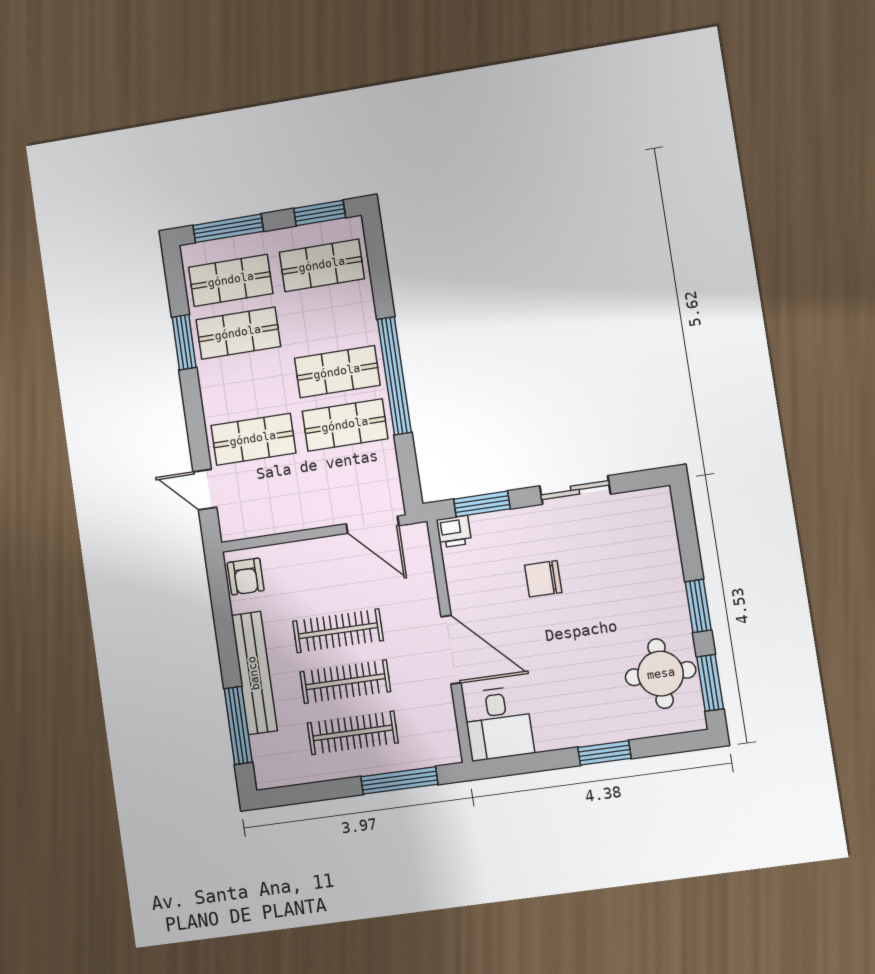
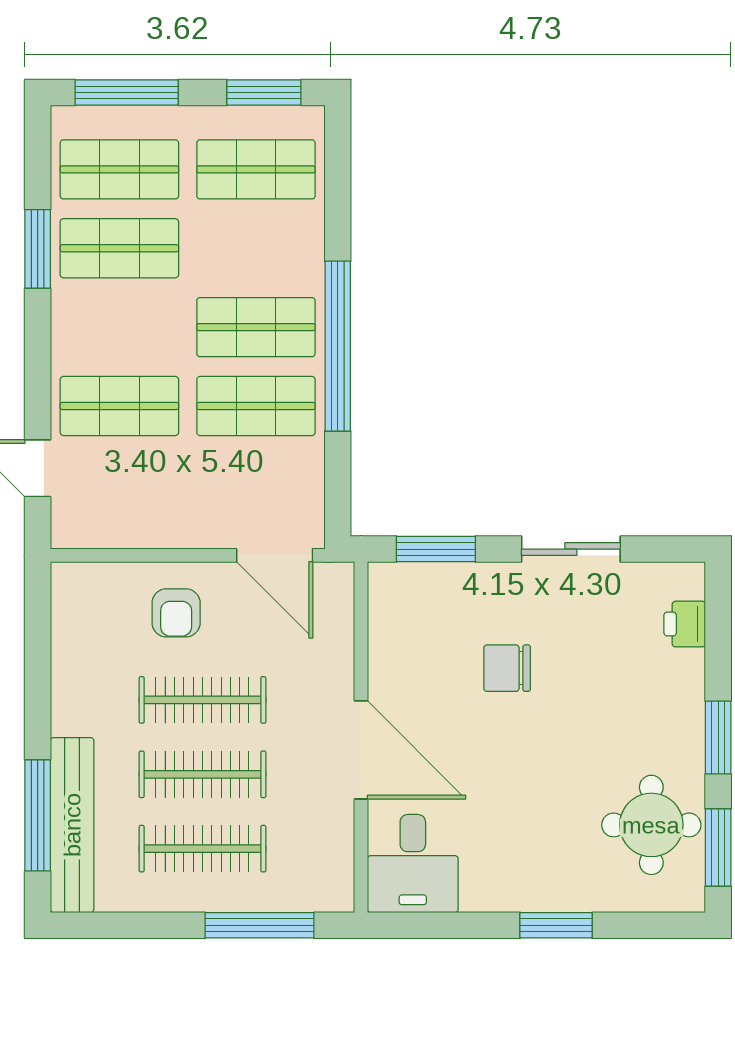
printer: (454, 532) -> (685, 624), moved, turned 90
armchair: (246, 577) -> (176, 613), moved
bench: (254, 673) -> (72, 825), moved

